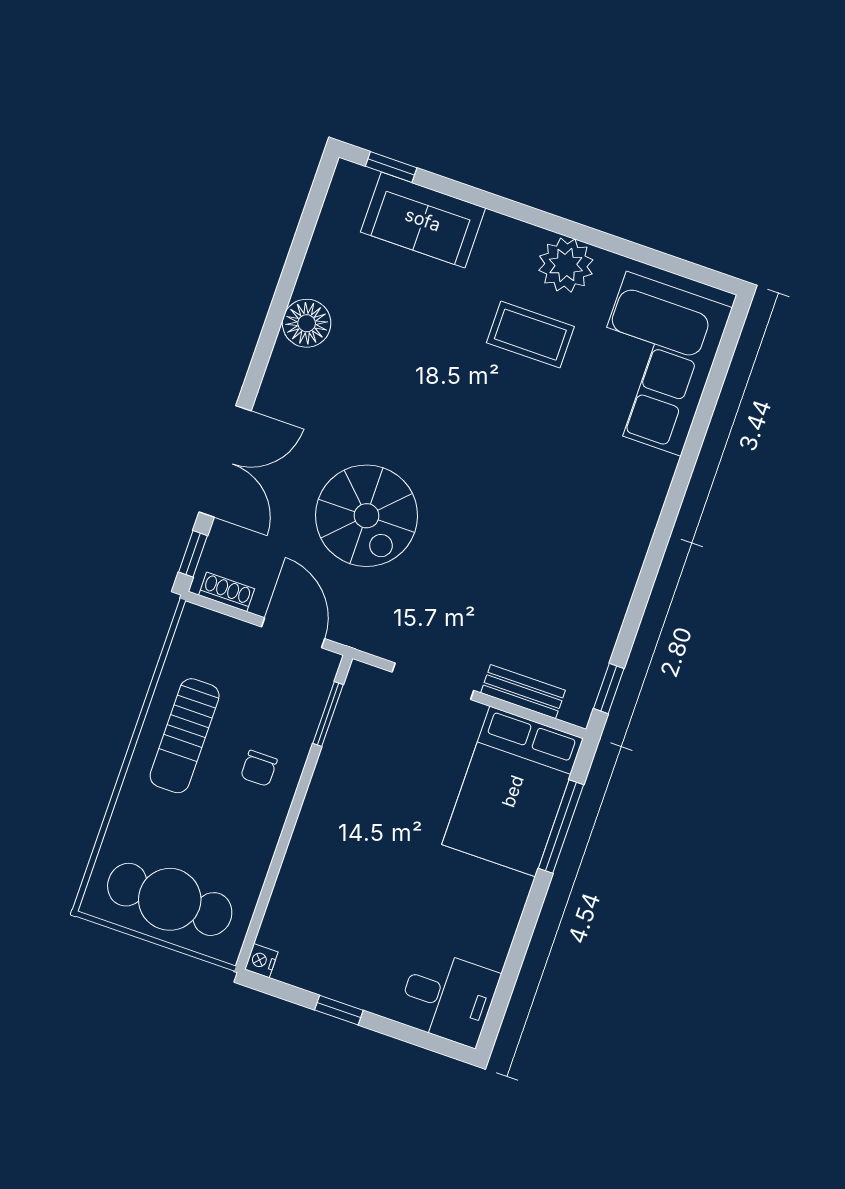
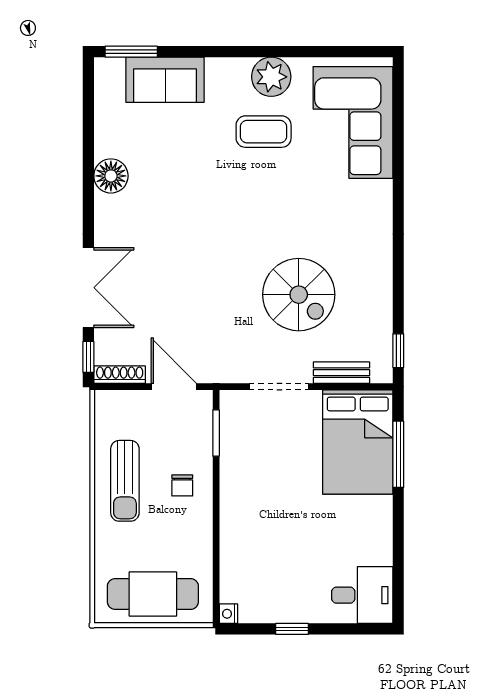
window: (391, 167) -> (131, 52), width x1.50
spiral stairs: (367, 516) -> (299, 295), moved
shoe rack: (227, 592) -> (120, 375), width x1.43

